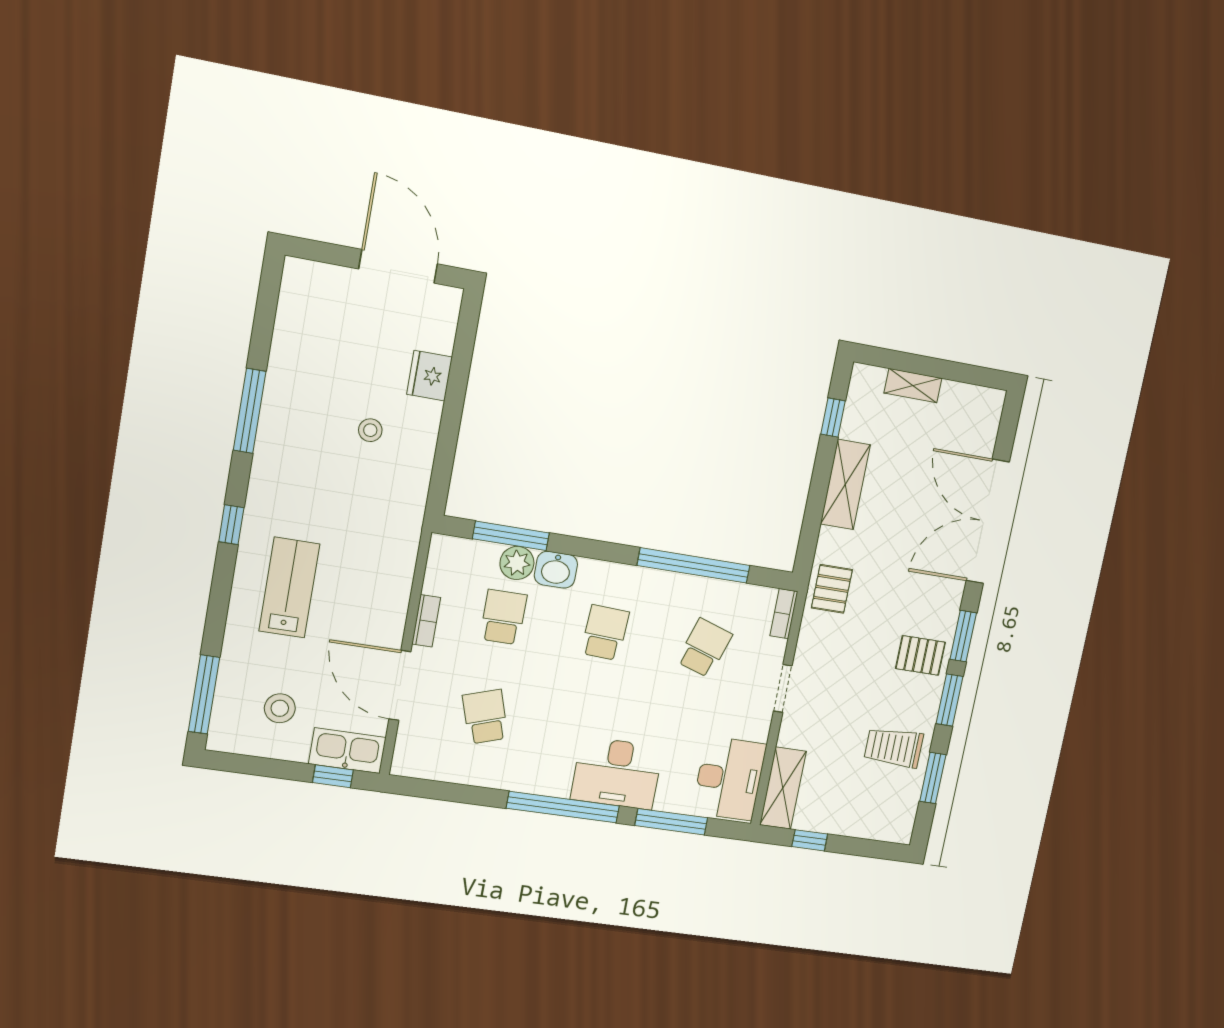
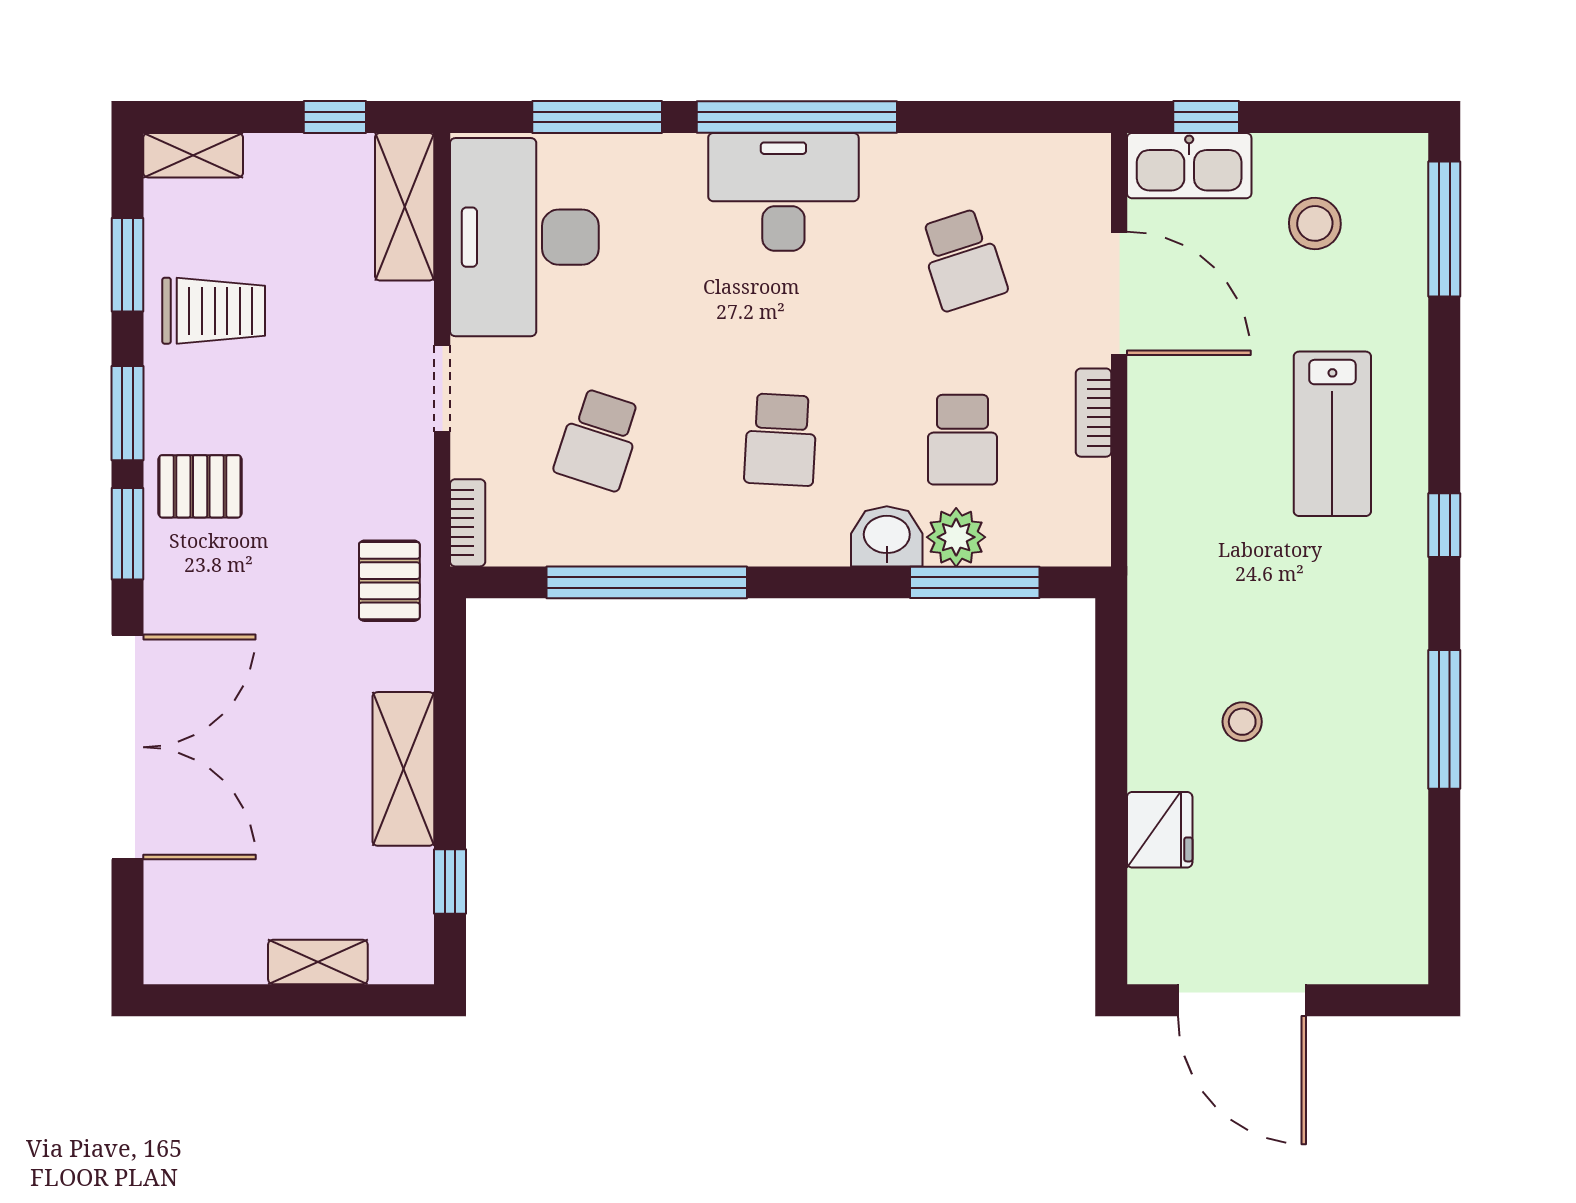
desk: (617, 773) -> (783, 192), moved
desk: (729, 778) -> (524, 237), width x1.36, depth x1.30
shelving: (887, 830) -> (193, 155), added

